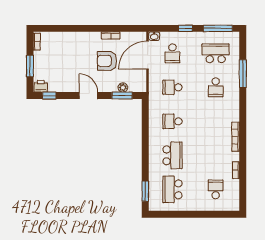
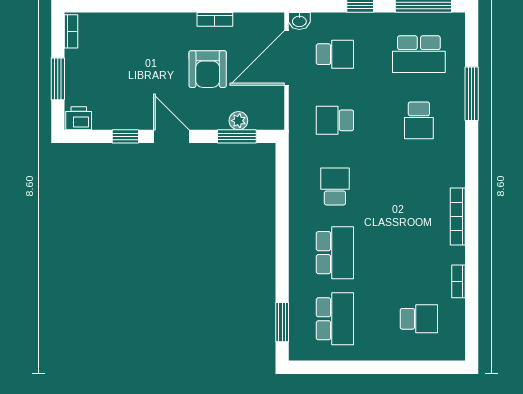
school desk: (172, 53) -> (335, 54), turned -90
school desk: (216, 53) -> (419, 54), turned 180
armchair: (107, 61) -> (208, 69), turned -90
window: (49, 96) -> (125, 136), moved
school desk: (172, 121) -> (335, 186), turned 90
school desk: (172, 189) -> (335, 319), turned 180
school desk: (216, 189) -> (419, 319), turned 90

